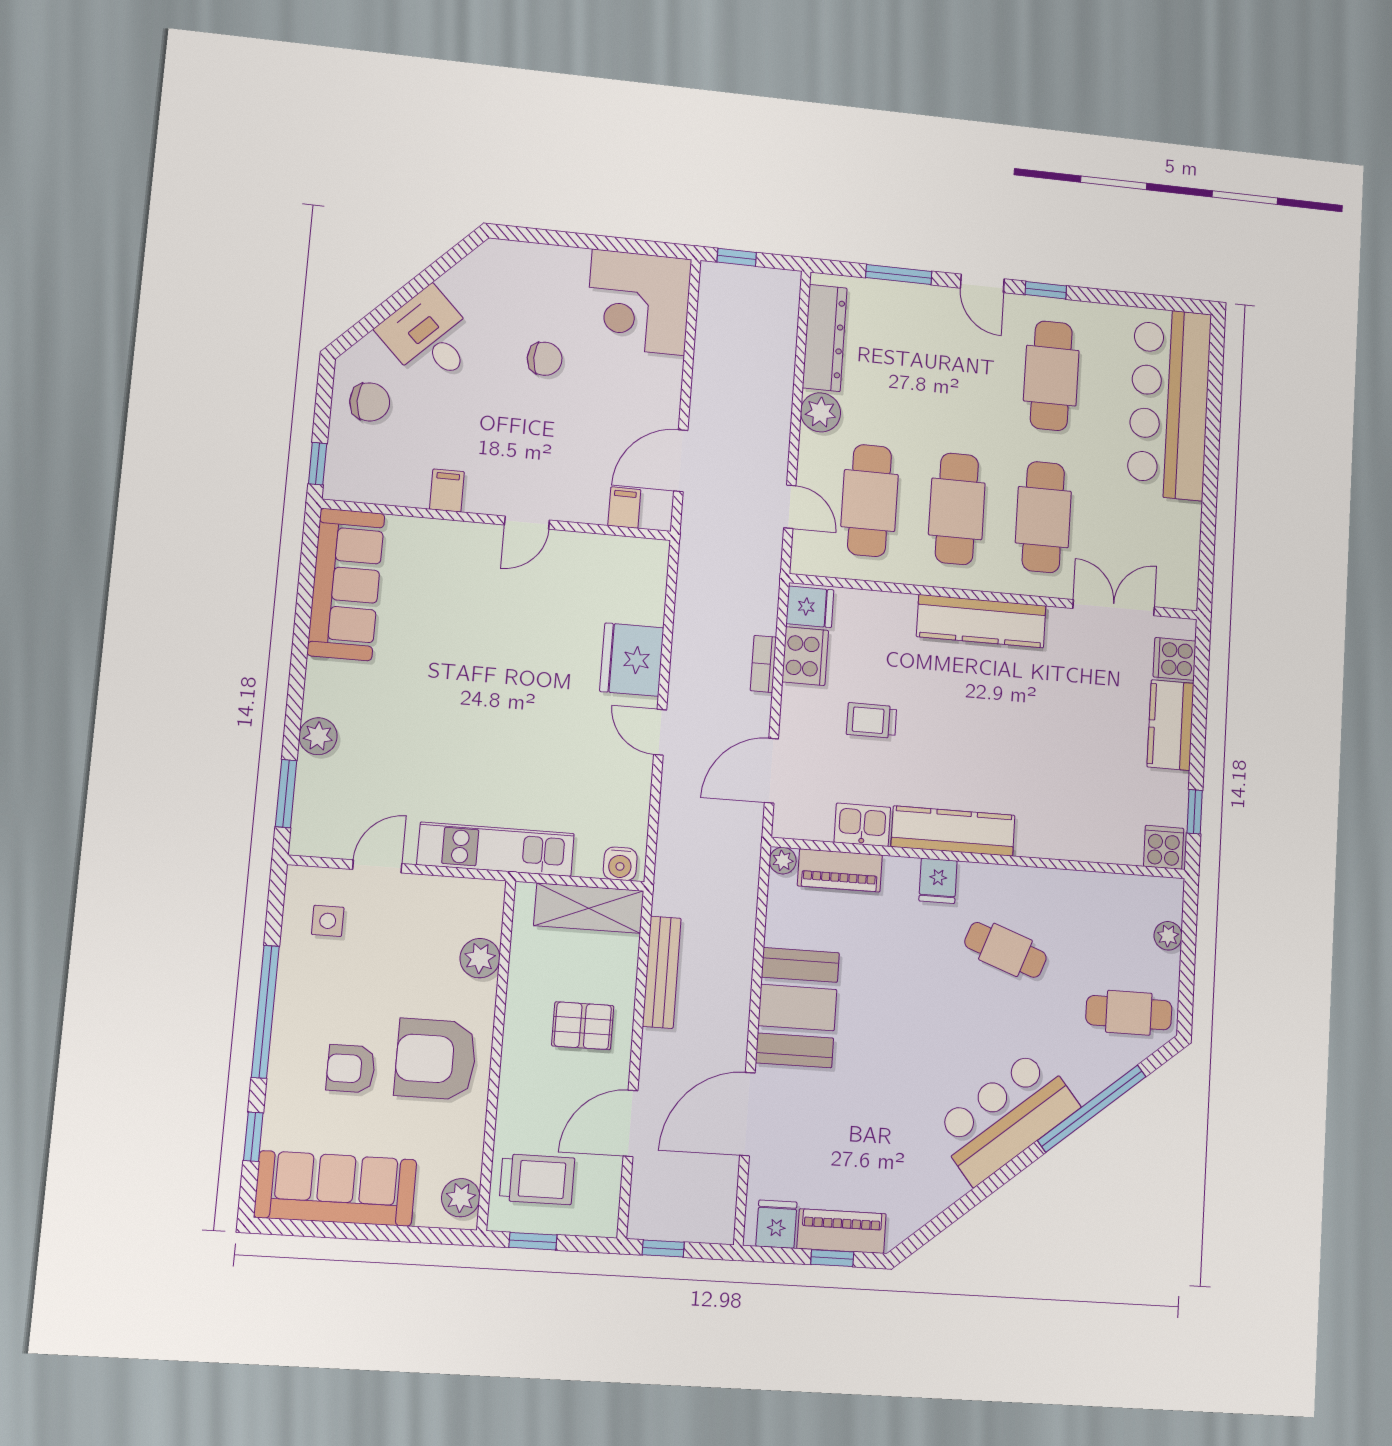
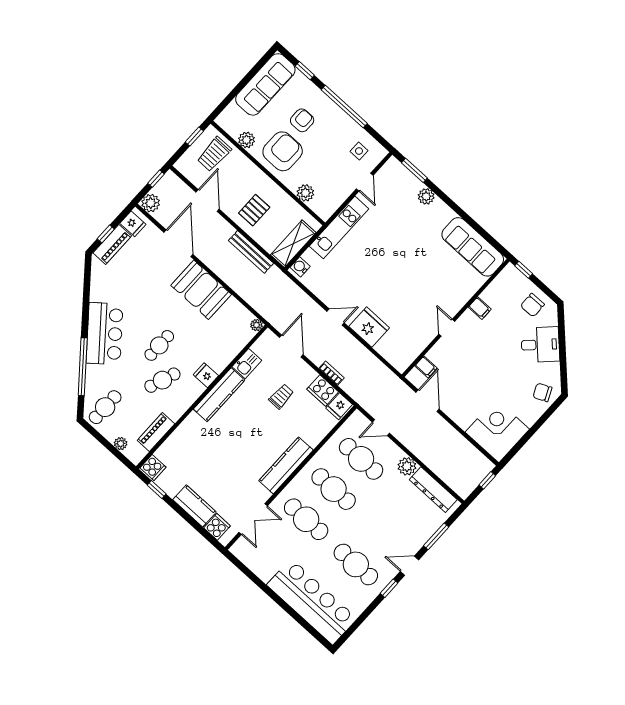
chair: (545, 359) -> (542, 392), moved, turned 65
piano: (840, 870) -> (156, 432), moved
cafe table: (951, 1004) -> (159, 345), added
plant: (461, 1198) -> (247, 140), moved
plant: (715, 1223) -> (151, 203), added

